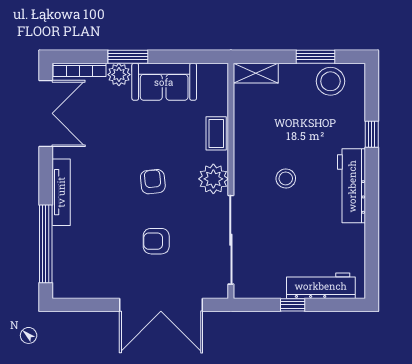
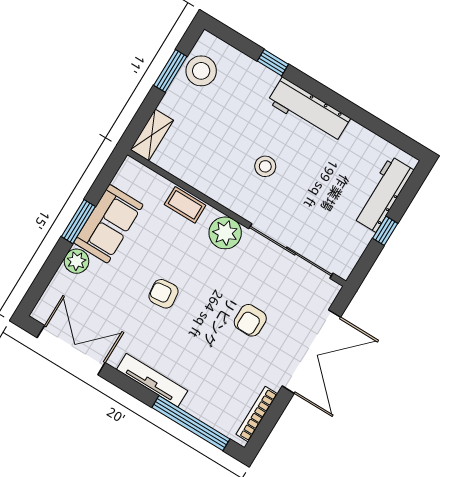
window: (128, 57) -> (78, 222), moved
bookcase: (80, 70) -> (257, 414), moved, turned 180
armchair: (153, 182) -> (164, 294), moved

